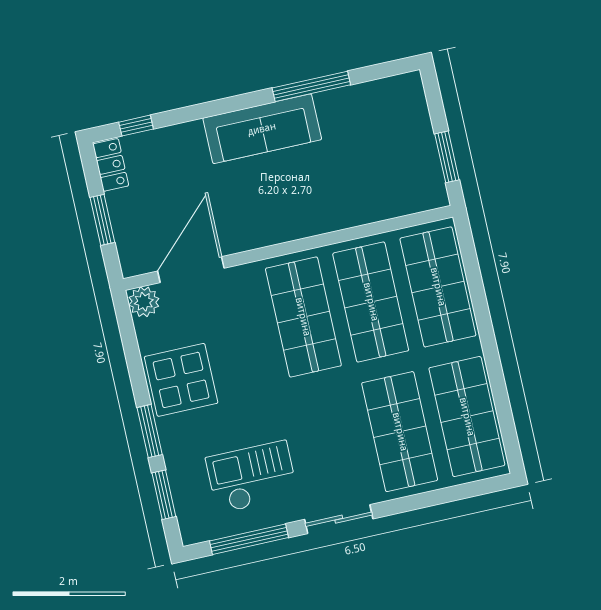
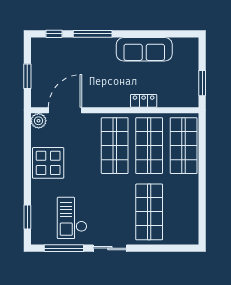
window: (311, 86) -> (93, 34), moved
sofa: (262, 129) -> (144, 49), moved
locker: (111, 165) -> (144, 101), moved, turned -90
shop shelf: (467, 417) -> (184, 212), removed
window: (150, 431) -> (27, 184), removed
checkout: (252, 477) -> (72, 218), turned -90

